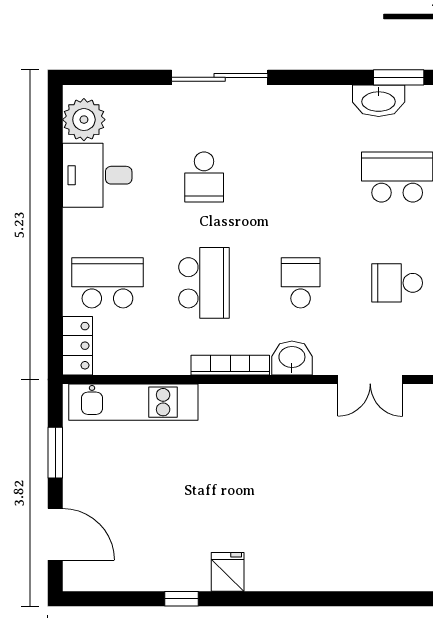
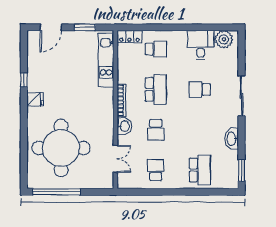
washbasin: (379, 101) -> (232, 139), moved
school desk: (107, 283) -> (156, 49), width x0.54
school desk: (204, 283) -> (156, 89), turned -90
school desk: (301, 283) -> (156, 130), turned 90
double door: (370, 380) -> (115, 159), swing flipped
round table: (344, 510) -> (61, 148), added

